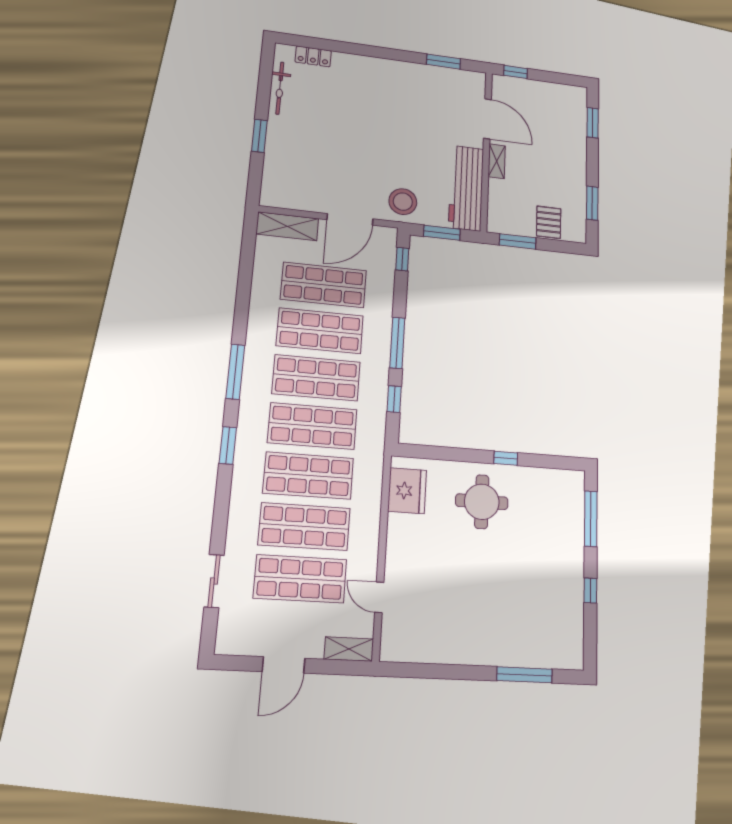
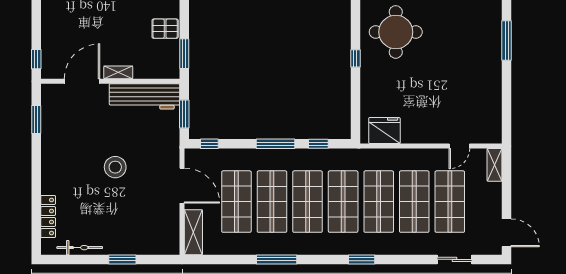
locker: (313, 56) -> (48, 217), width x1.53
stool: (403, 202) -> (115, 167), moved
window: (235, 372) -> (277, 259), moved
round table: (482, 502) -> (396, 32), moved, width x1.36, depth x1.36
door: (284, 665) -> (507, 233), moved

